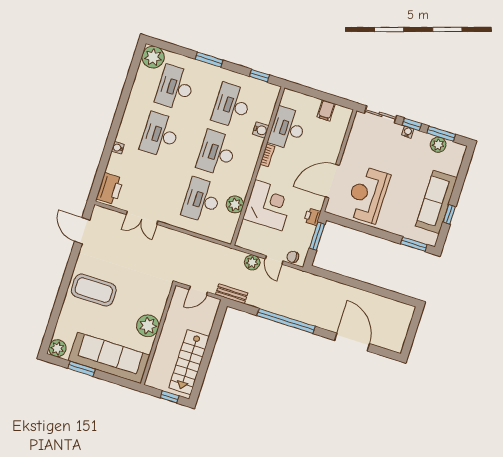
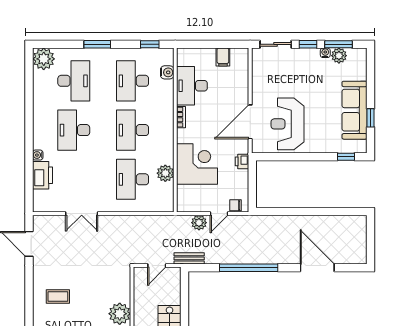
desk: (175, 88) -> (74, 81), turned 180
water cooler: (261, 130) -> (167, 72), moved
water cooler: (408, 132) -> (325, 53), moved
printer: (110, 189) -> (43, 175), moved
window: (317, 236) -> (252, 178), removed
window: (414, 244) -> (346, 157), width x0.67
door: (274, 260) -> (219, 214), hinge flipped
coffee table: (94, 290) -> (58, 296), width x0.54, depth x0.58

